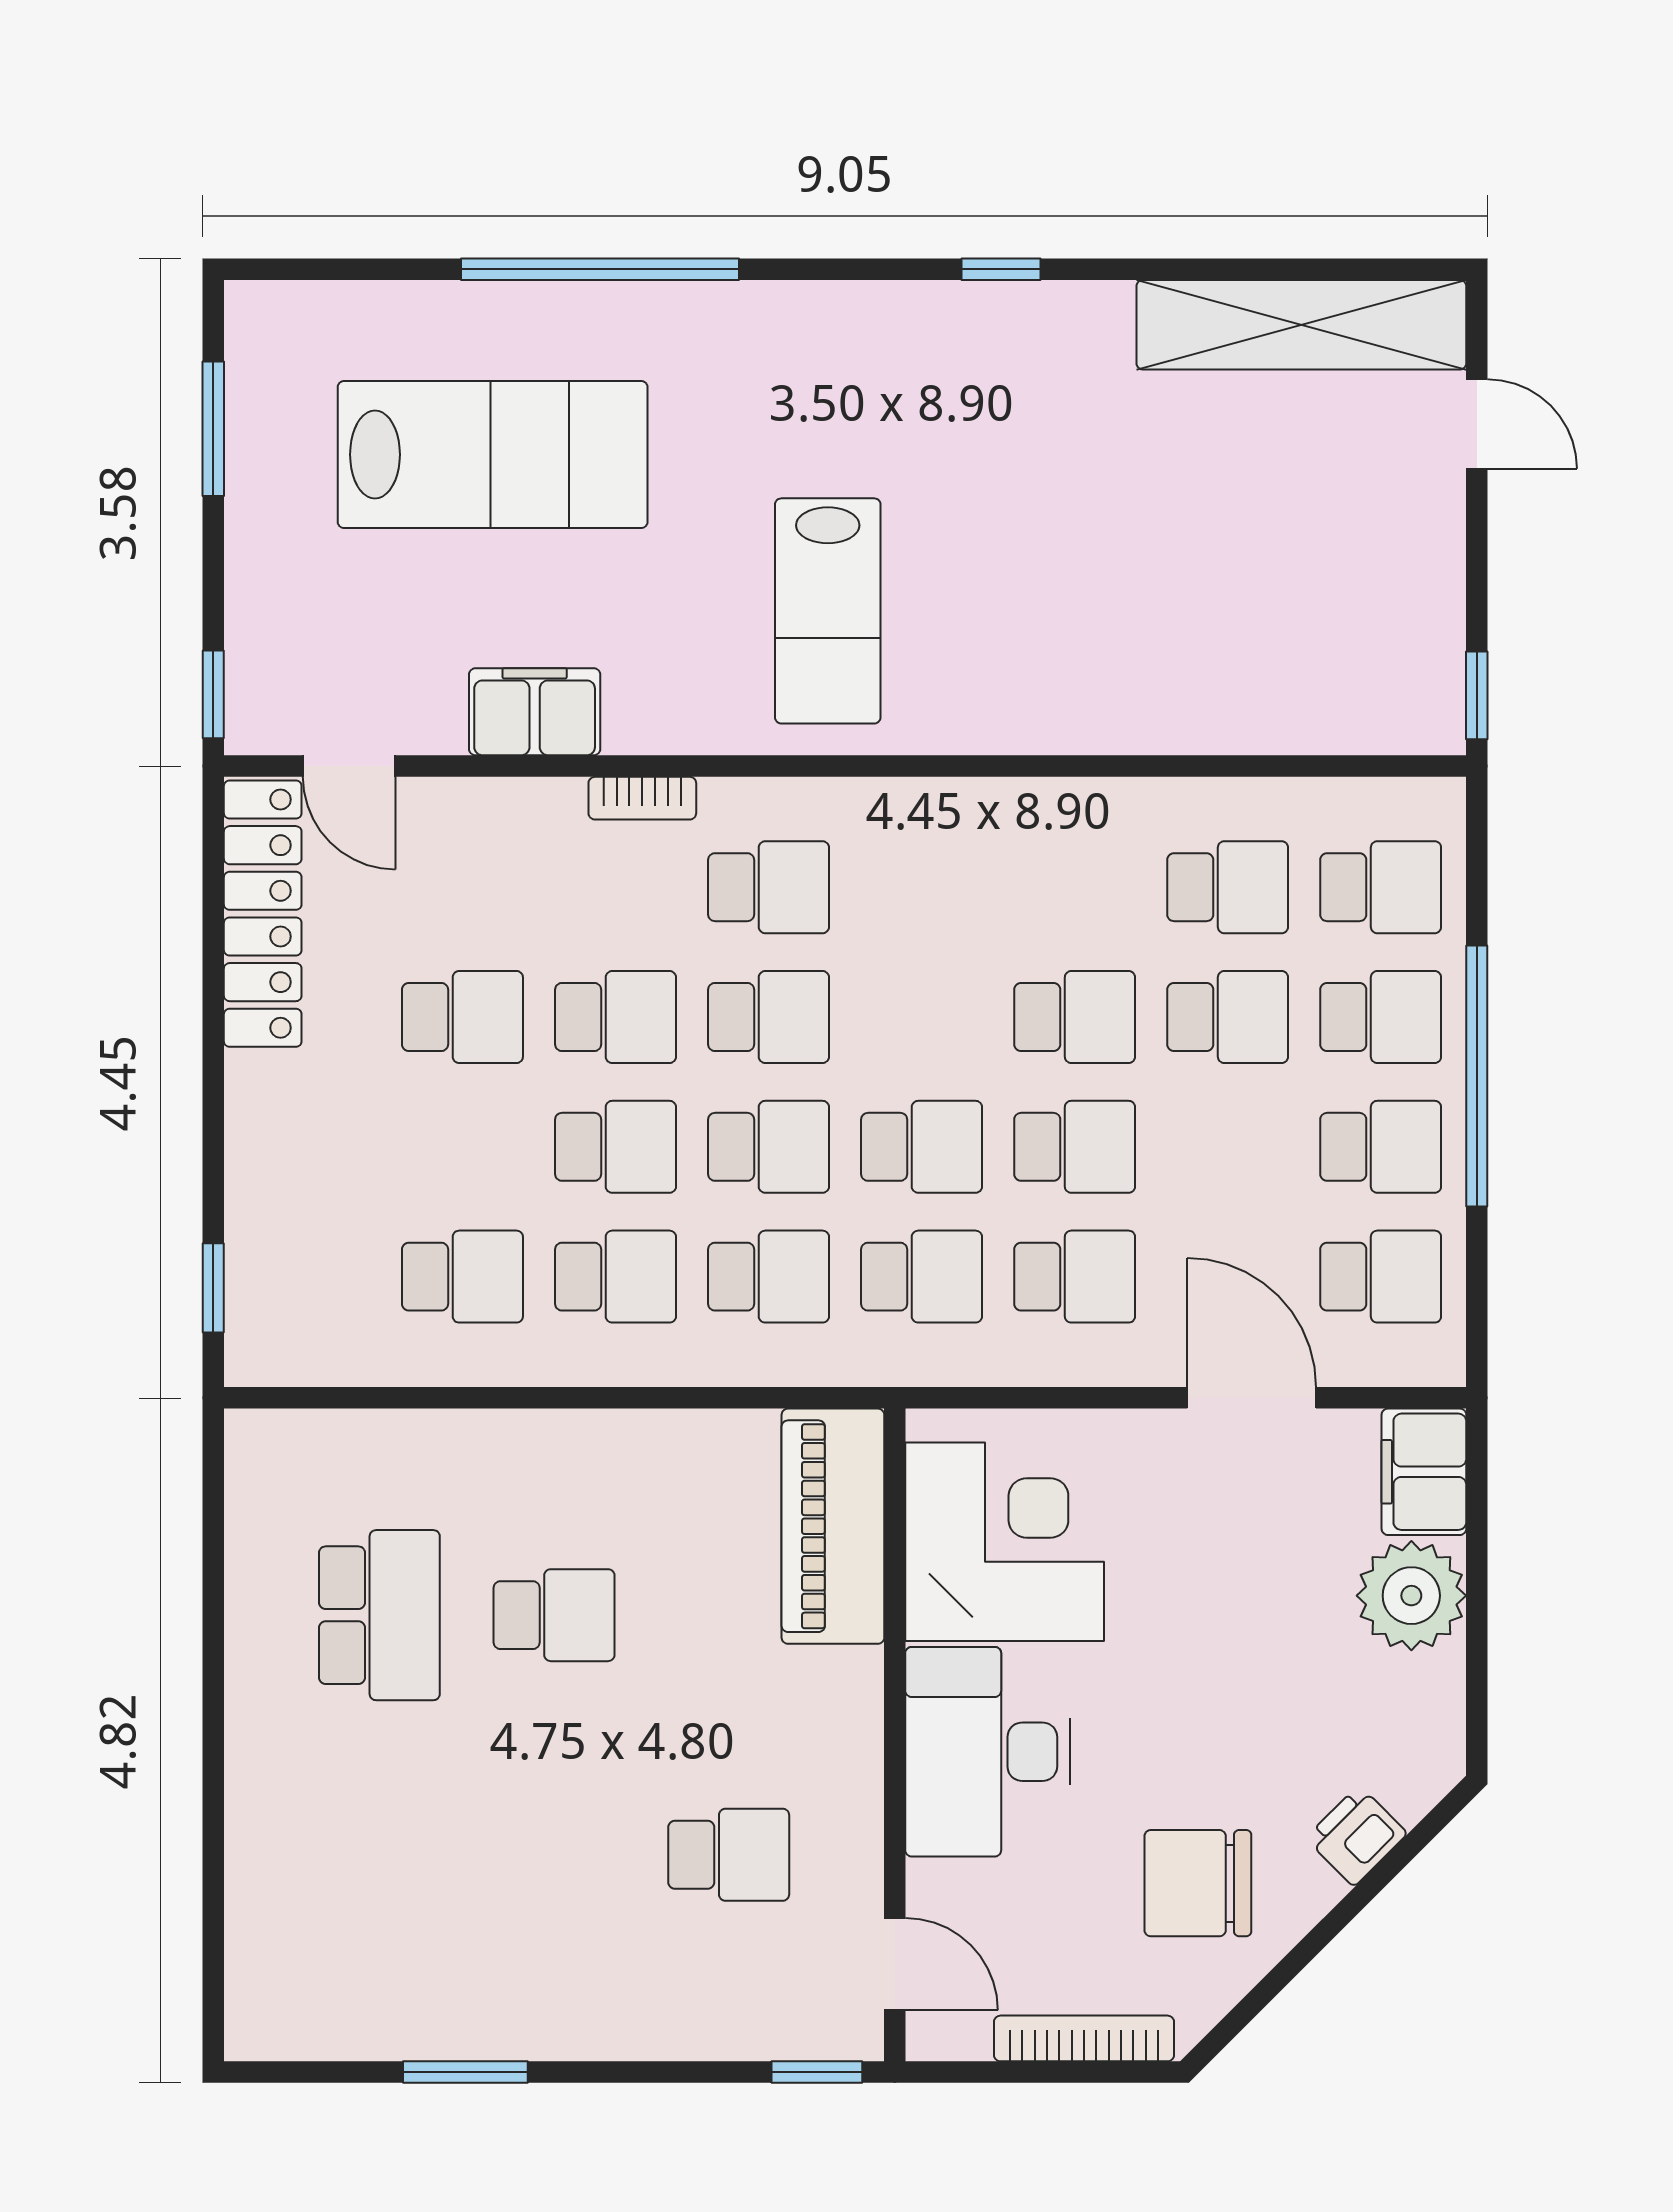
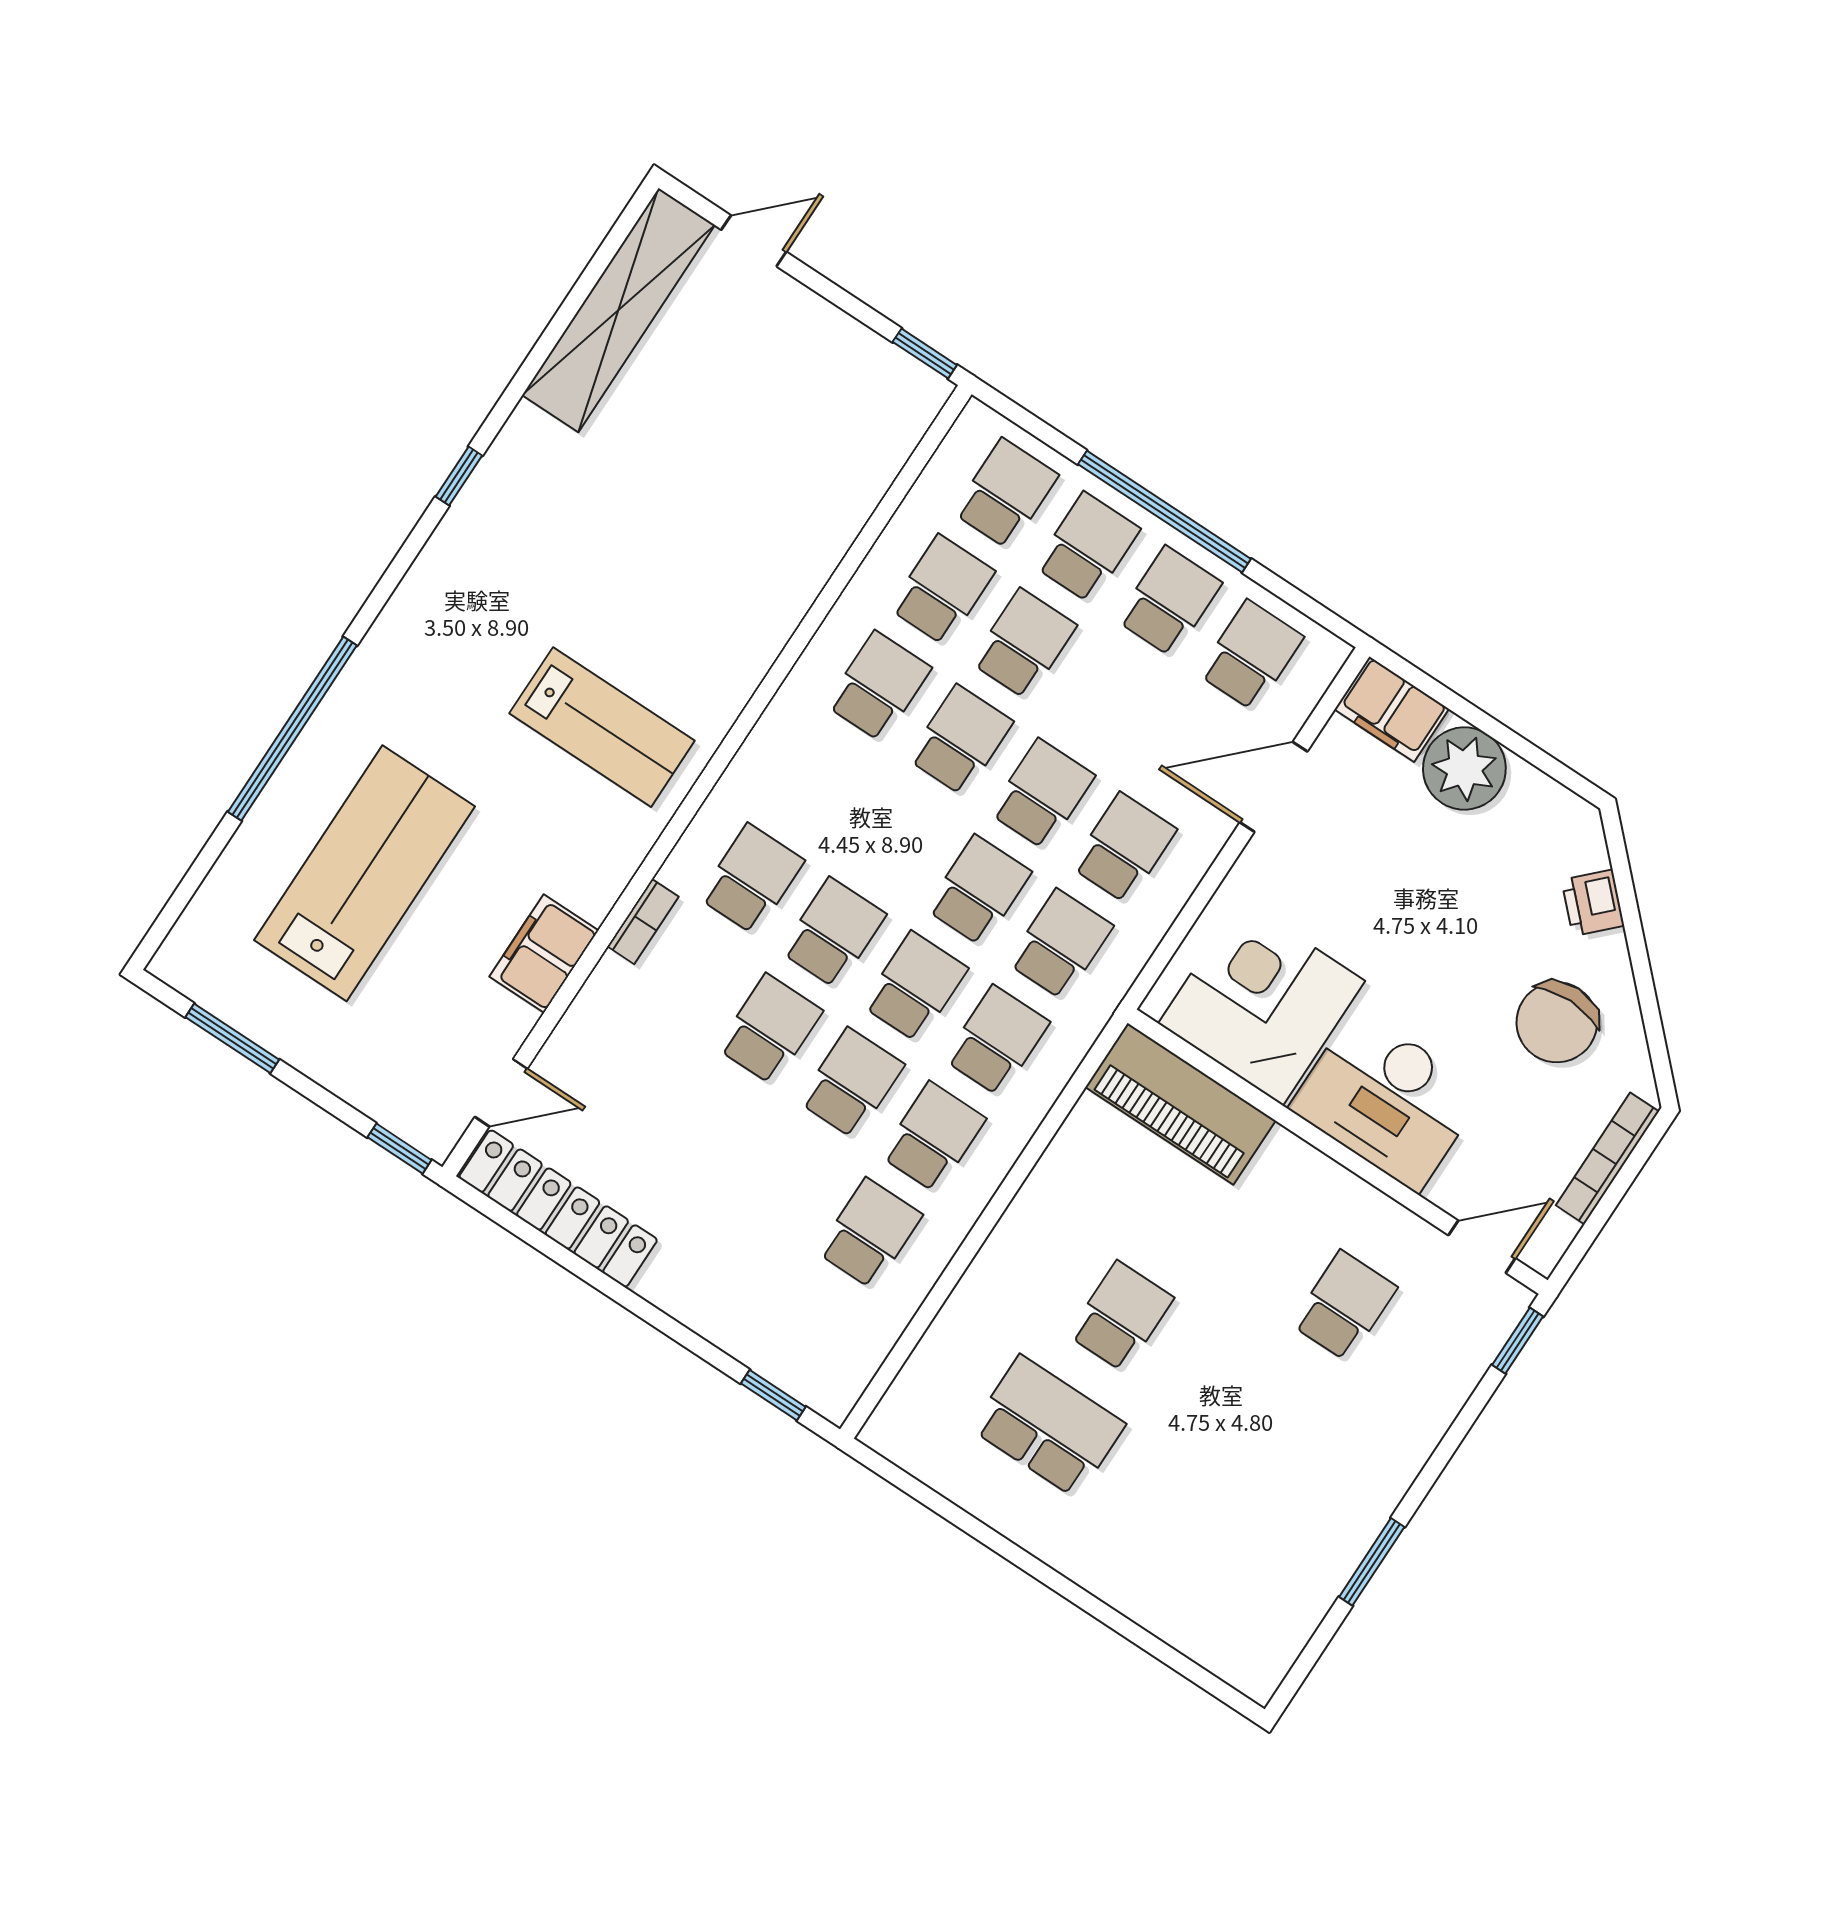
school desk: (462, 1017) -> (879, 686), moved

